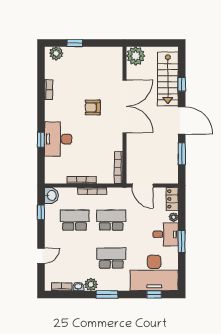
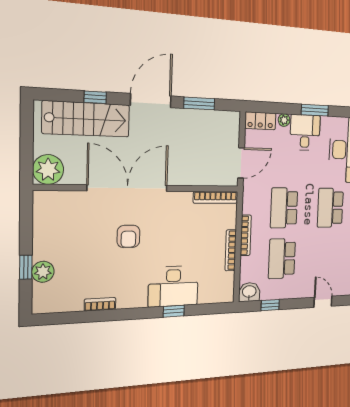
plant: (56, 53) -> (43, 272), moved

